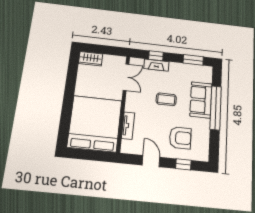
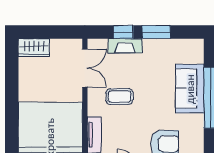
window: (193, 60) -> (156, 32), moved
coffee table: (166, 99) -> (119, 97), moved

